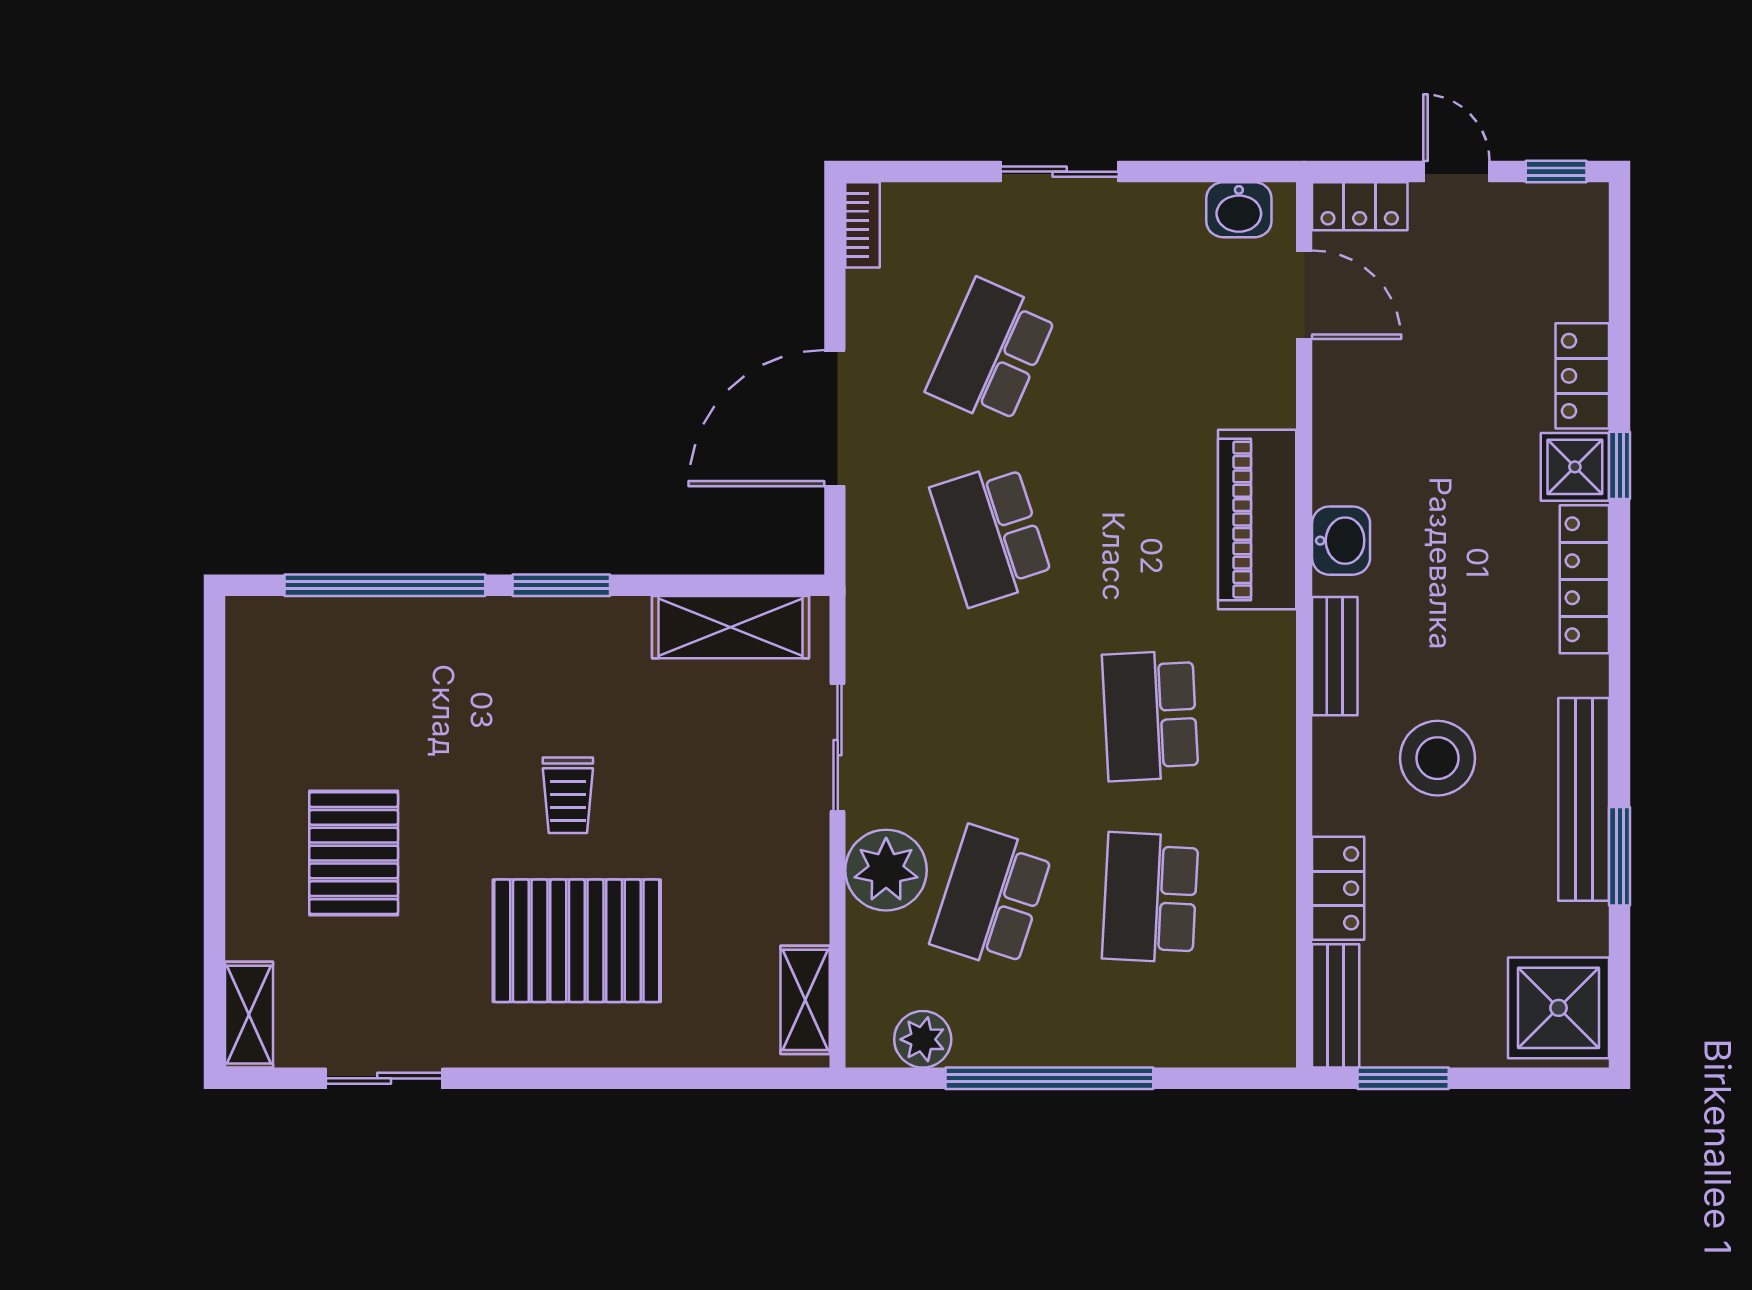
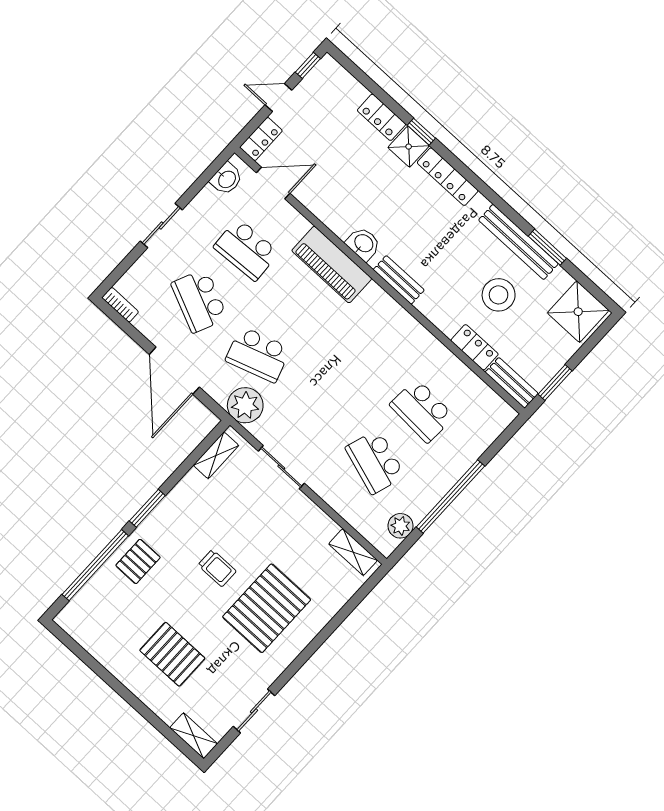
shelving: (730, 627) -> (216, 455), width x0.67, depth x0.75
pallet: (457, 652) -> (138, 561), added
school desk: (1150, 716) -> (246, 250), moved
stool: (1437, 758) -> (499, 295), moved
plant: (886, 870) -> (245, 405), moved

